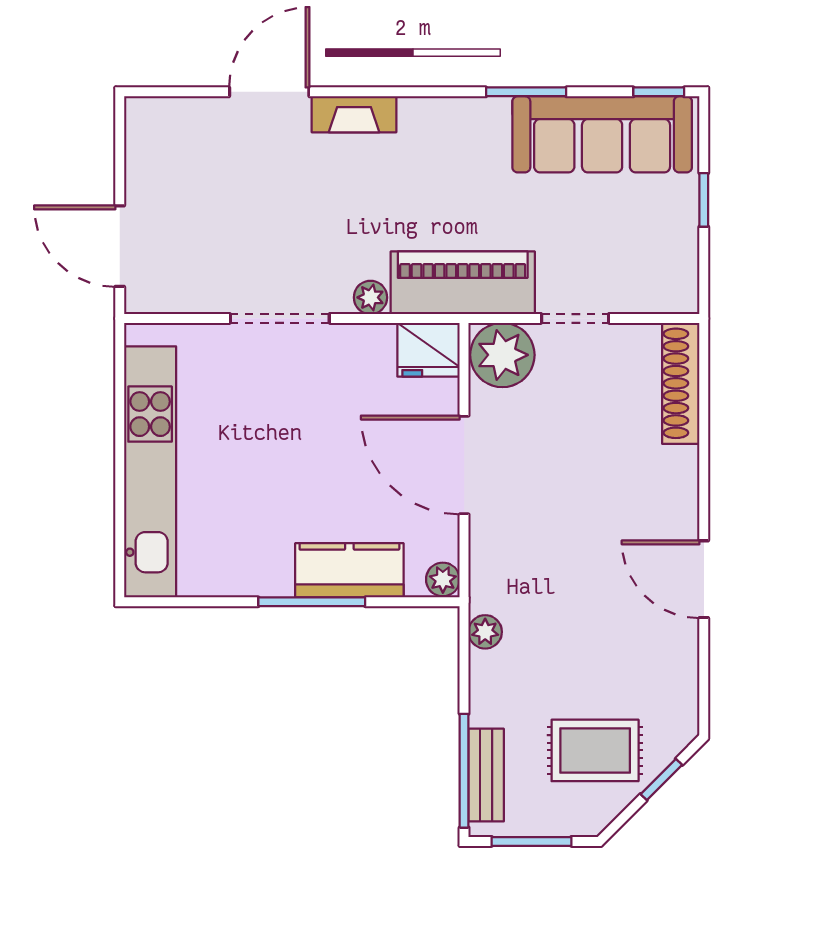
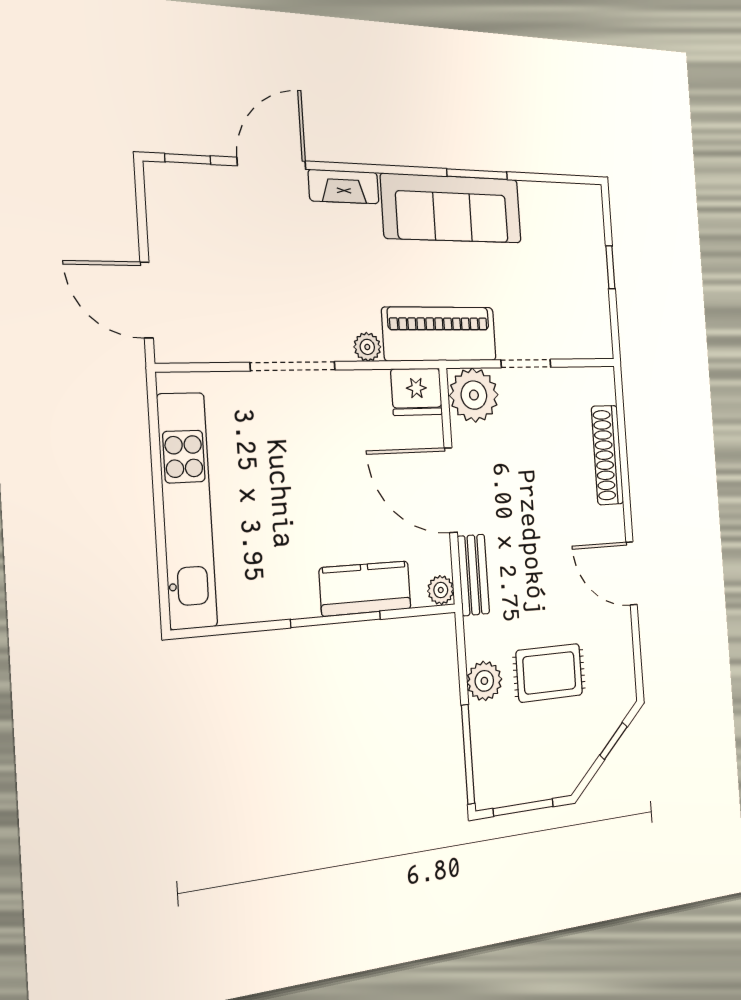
window: (659, 92) -> (188, 159), moved
sofa: (602, 134) -> (452, 208), moved
shoe rack: (681, 383) -> (607, 455), moved
plant: (485, 632) -> (484, 681), moved, width x1.38, depth x1.38
rug: (595, 750) -> (549, 673), moved
bench: (486, 775) -> (473, 575), moved

